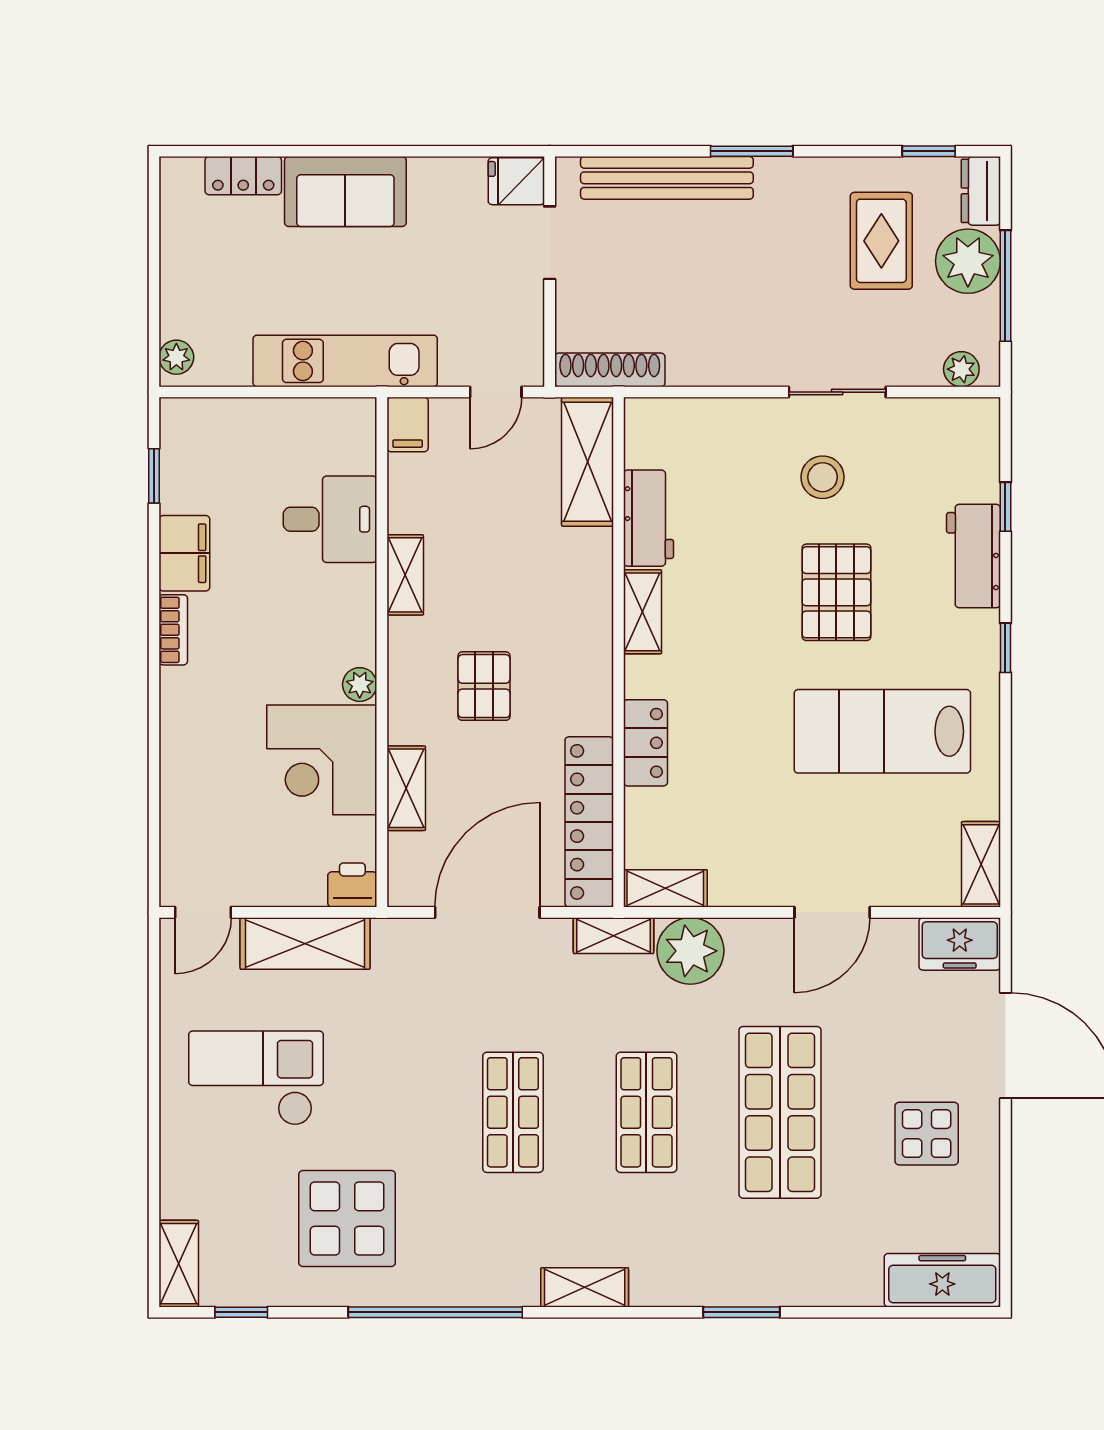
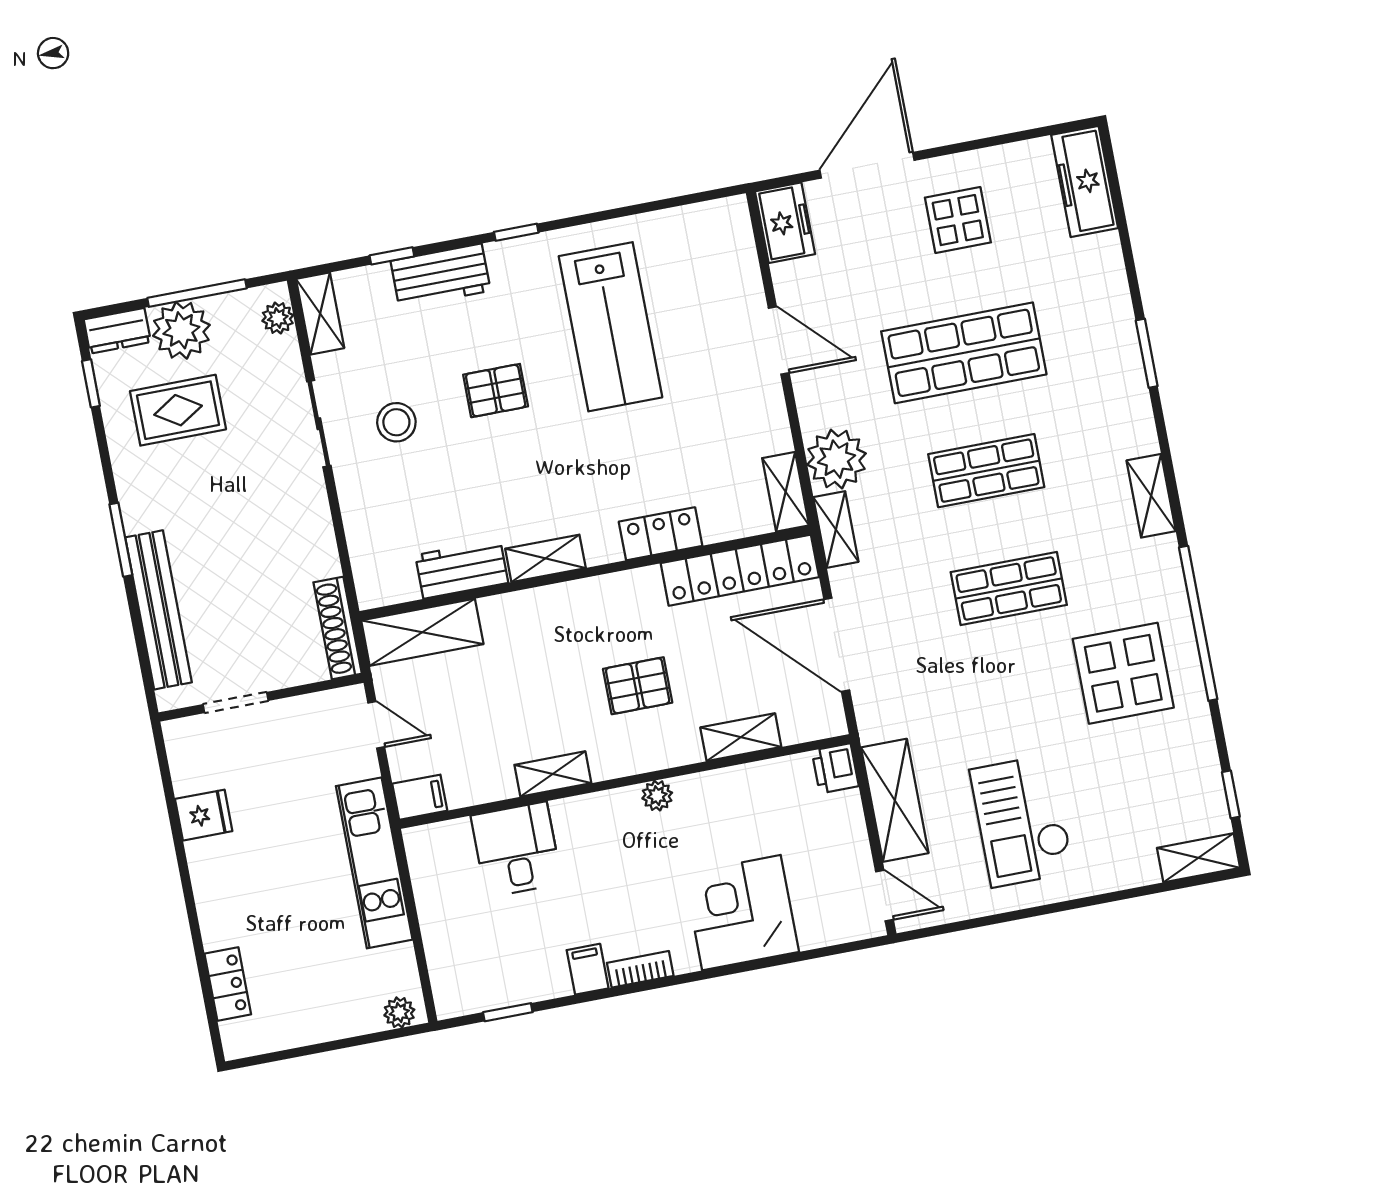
fridge: (516, 181) -> (204, 815), moved, turned -90
sofa: (345, 191) -> (225, 891), removed
filing cabinet: (184, 553) -> (588, 969), width x0.50
pallet: (836, 592) -> (496, 391), width x0.67, depth x0.71
corner desk: (322, 760) -> (741, 913), moved, turned 180
shelving: (981, 864) -> (320, 313), moved, turned 90
display table: (347, 1219) -> (1123, 673), moved

